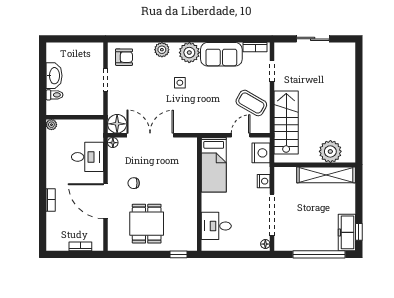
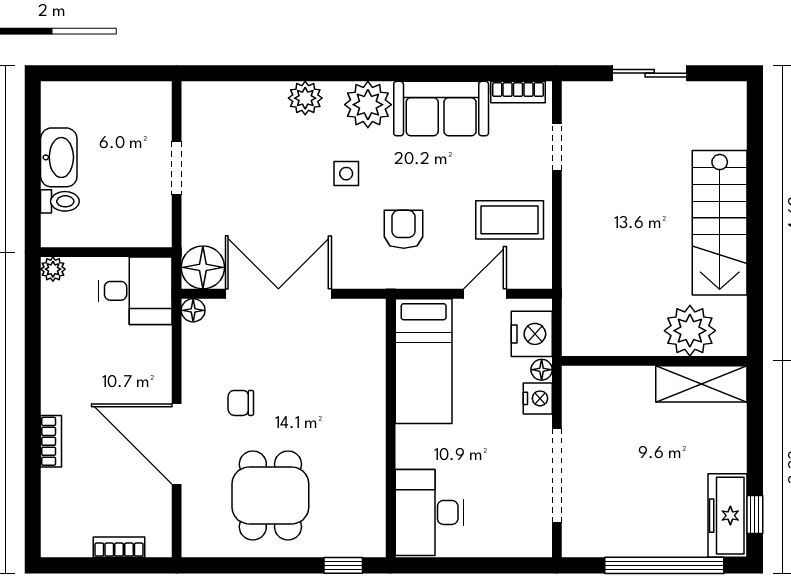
armchair: (124, 57) -> (404, 229), moved, turned -90
coffee table: (251, 103) -> (510, 220), turned -30
stairs: (286, 122) -> (720, 223), moved, turned 180
desk: (87, 157) -> (135, 291), moved
shelving: (326, 175) -> (701, 384), width x0.68
desk: (216, 226) -> (429, 512), width x1.37
floor lamp: (265, 244) -> (542, 370), moved

